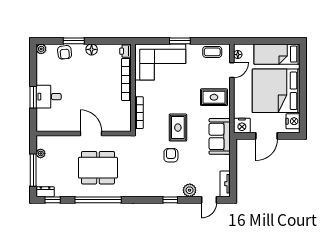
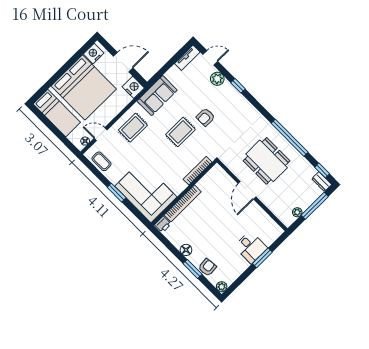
rug: (214, 97) -> (133, 128), turned 90

